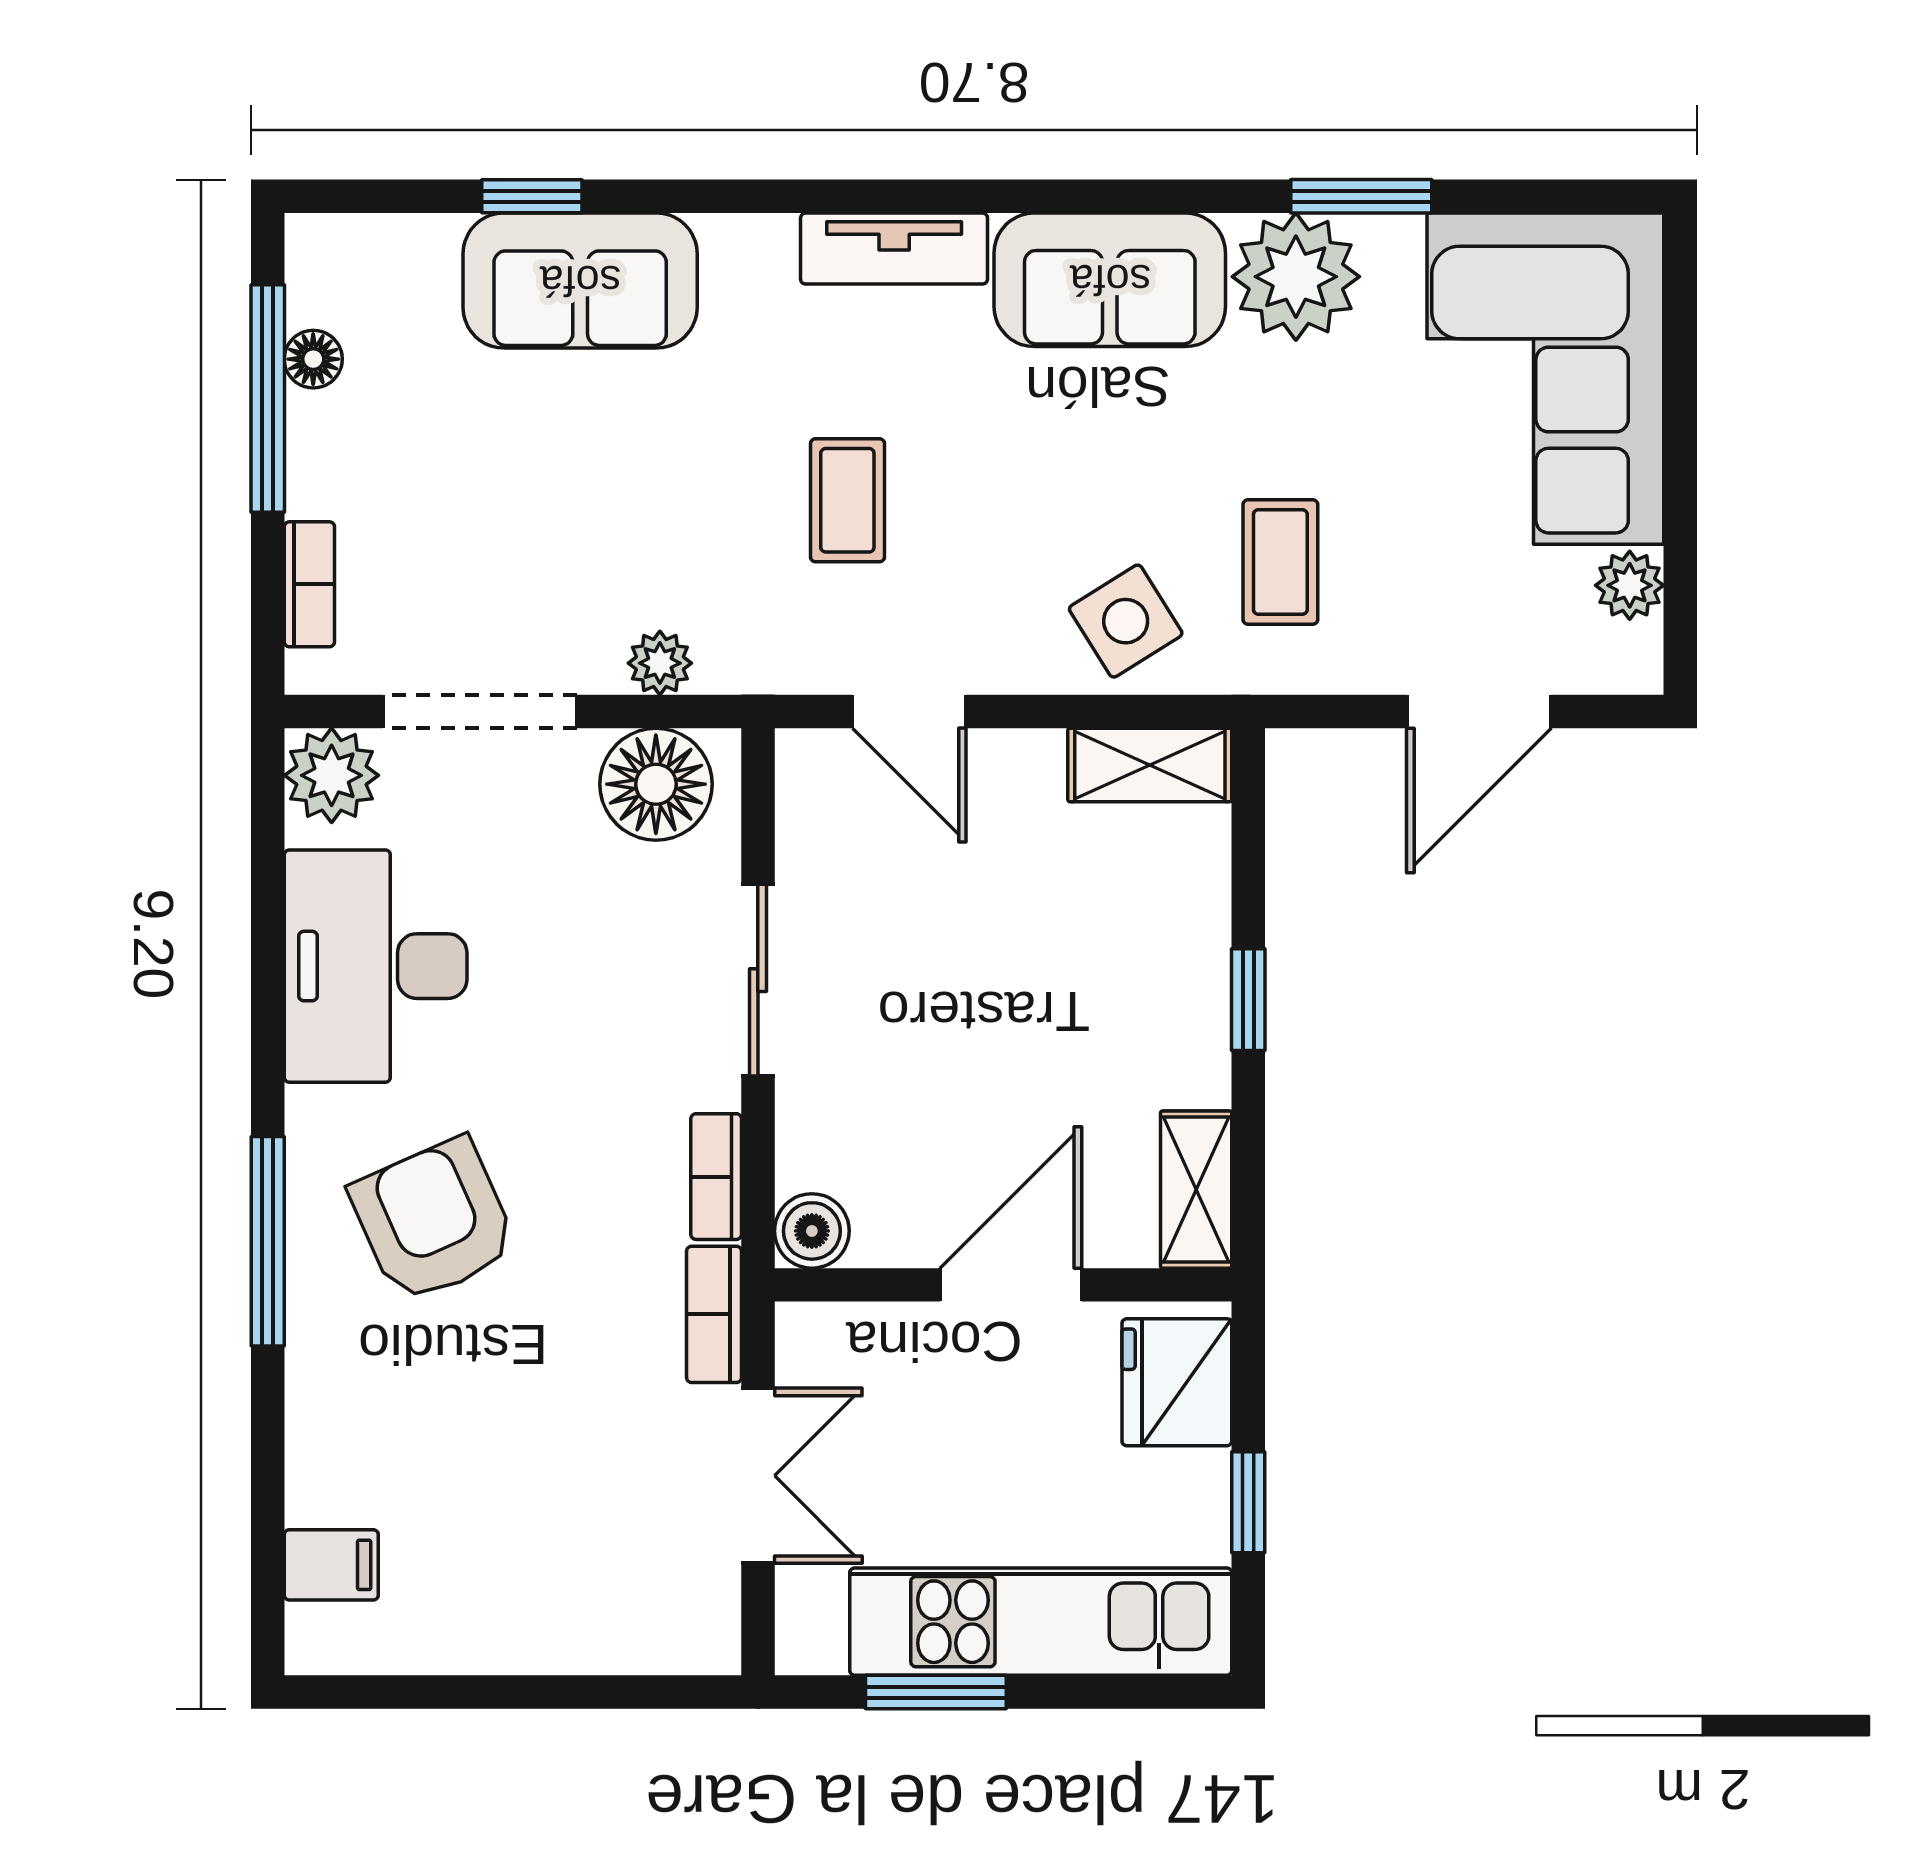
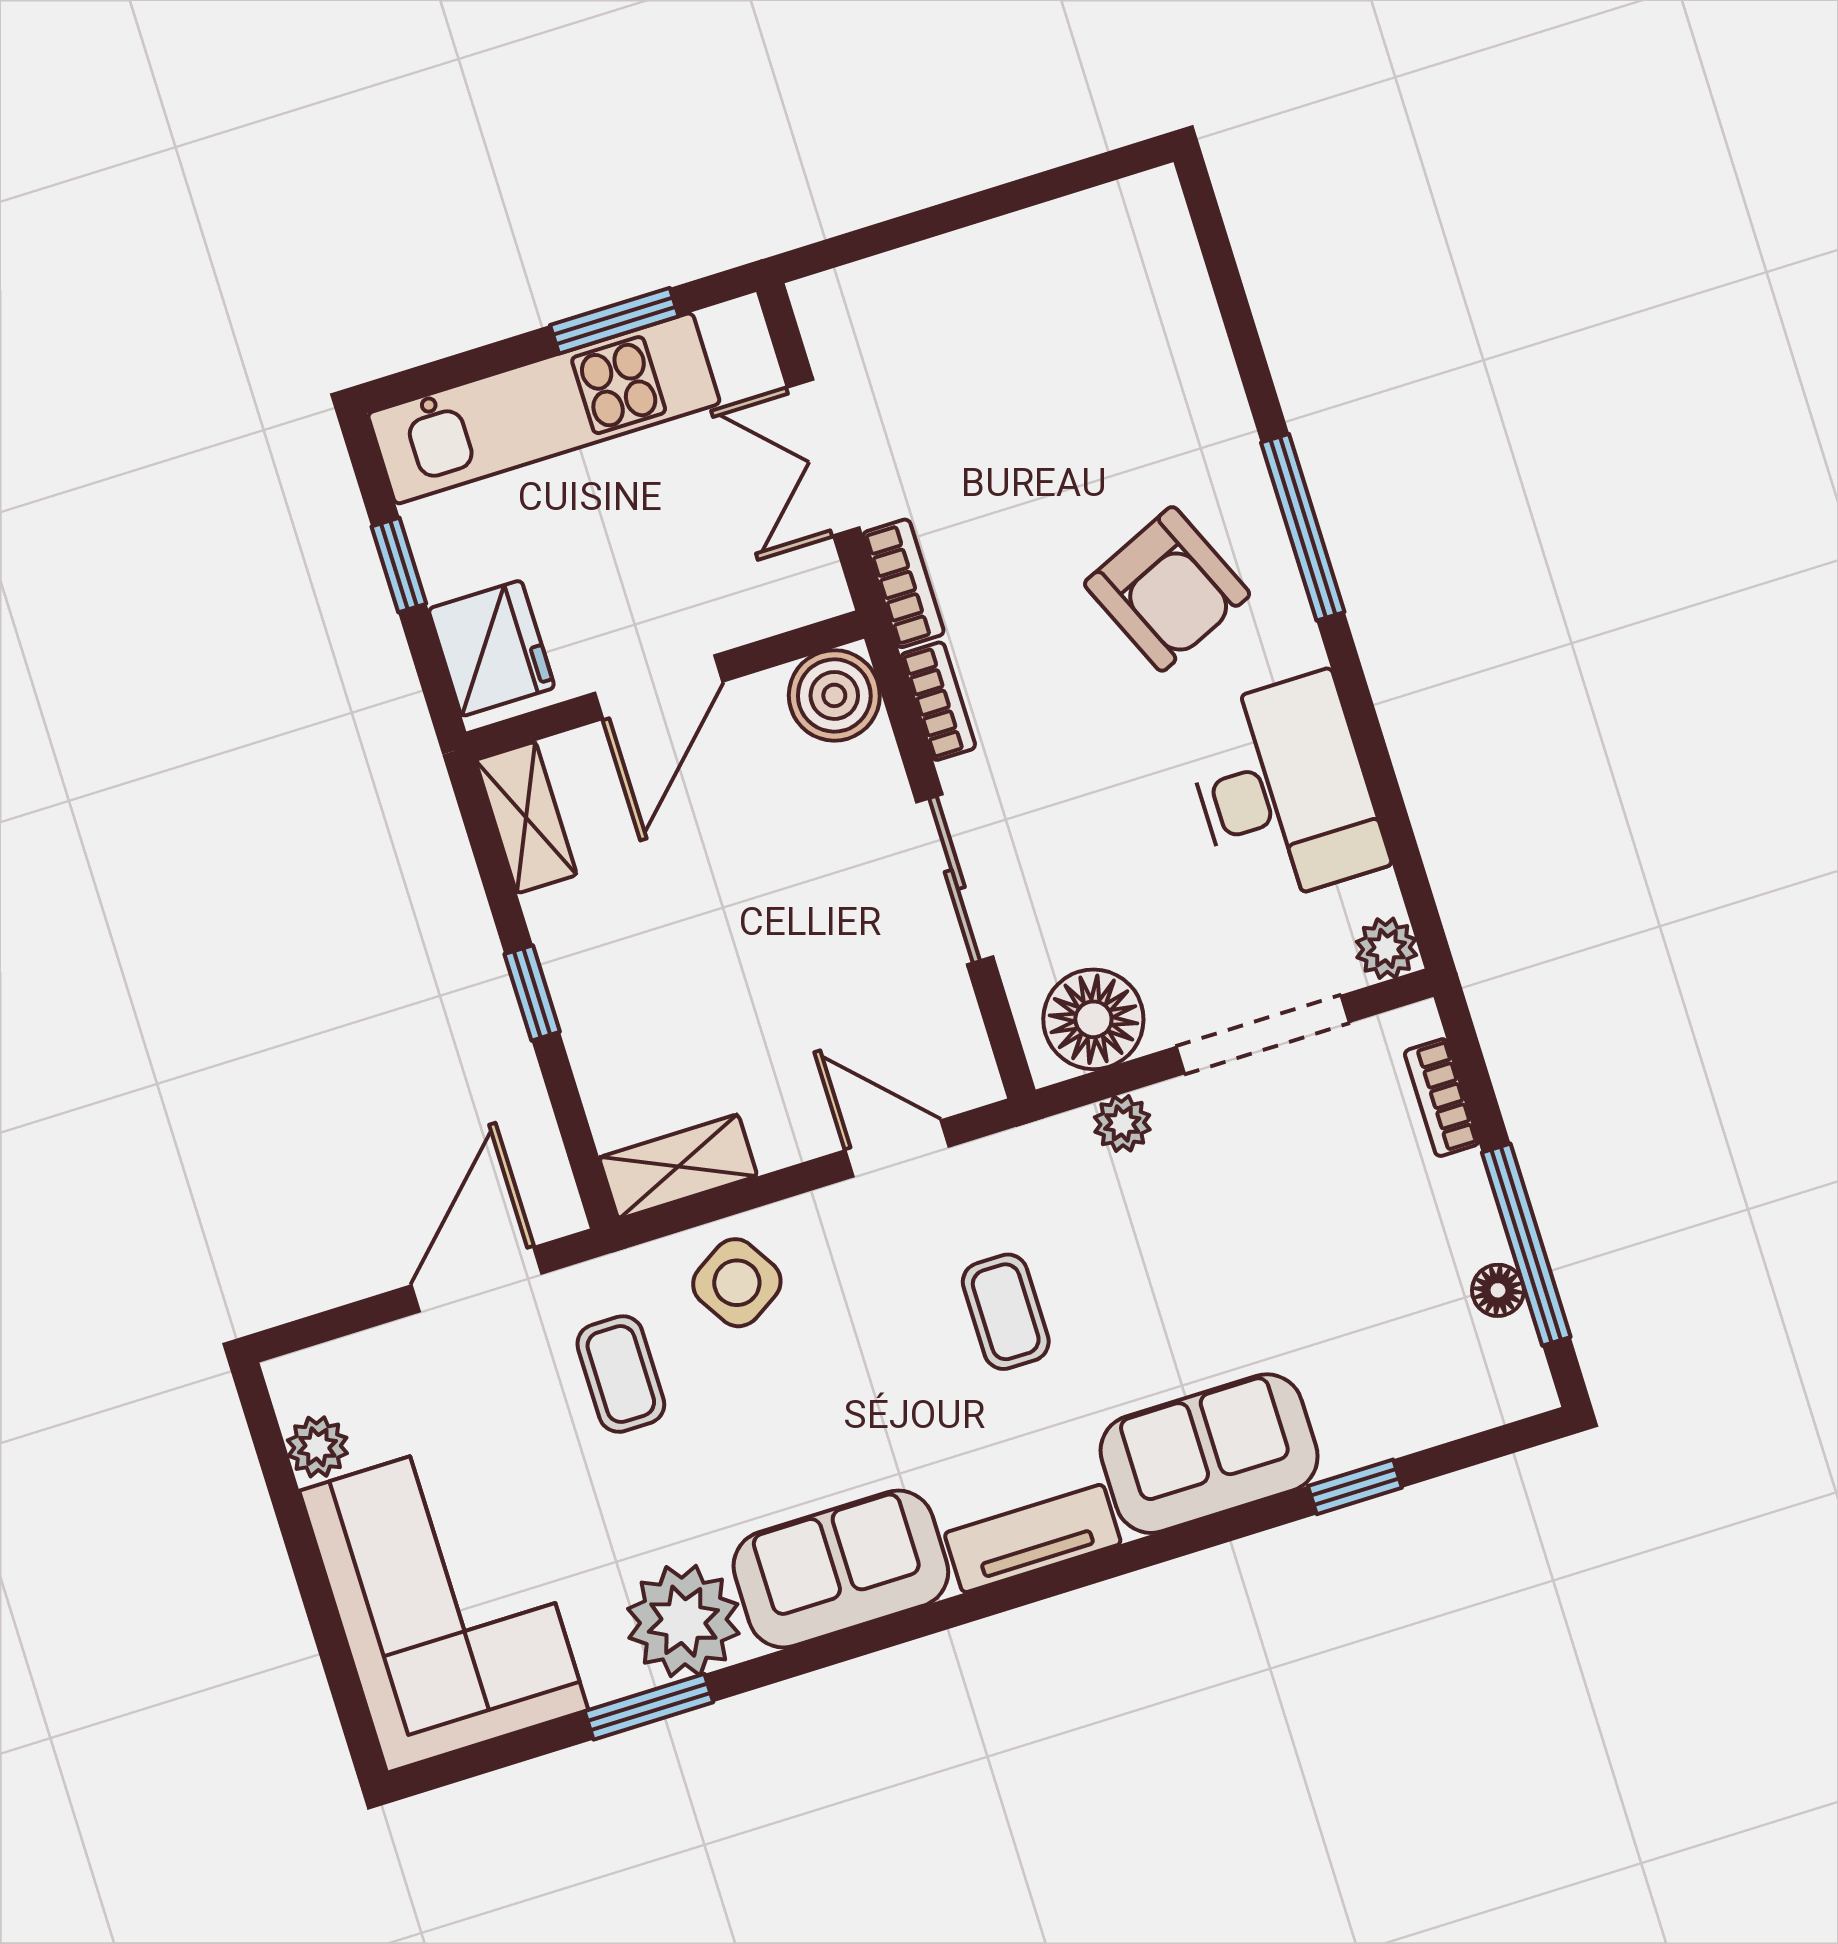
sofa: (580, 281) -> (1209, 1454), moved
door: (1479, 712) -> (477, 1279), moved
plant: (332, 775) -> (1386, 948), width x0.73, depth x0.73
boiler: (812, 1231) -> (834, 695), width x1.36, depth x1.36
filing cabinet: (331, 1565) -> (1163, 269), removed

